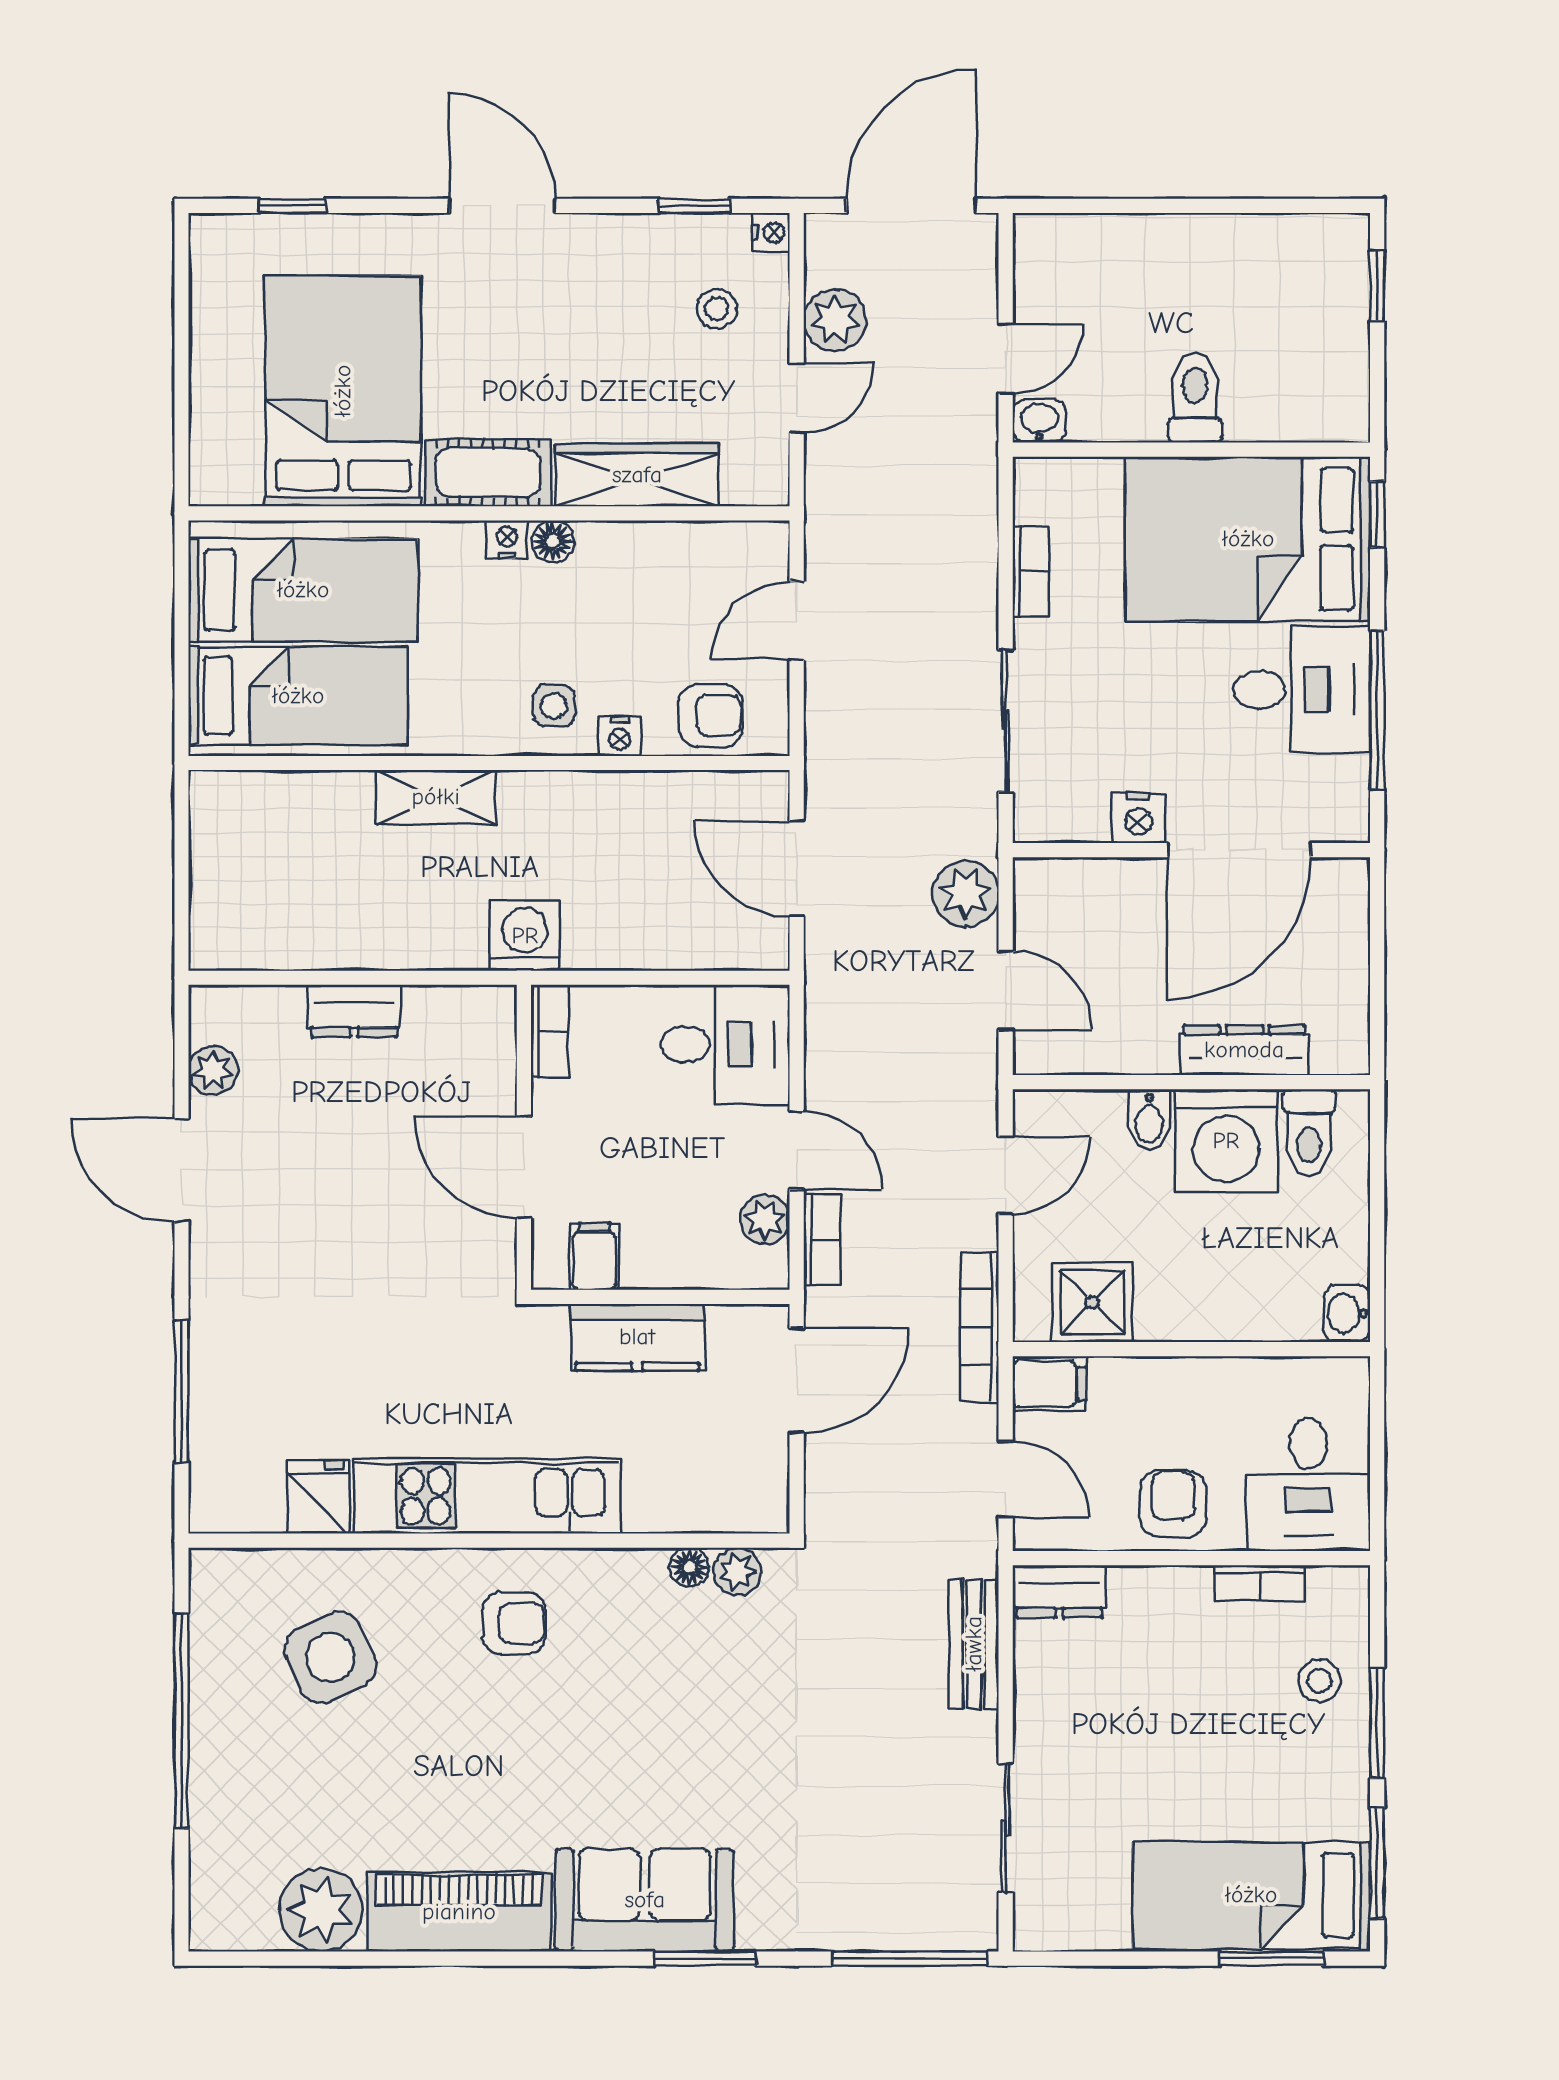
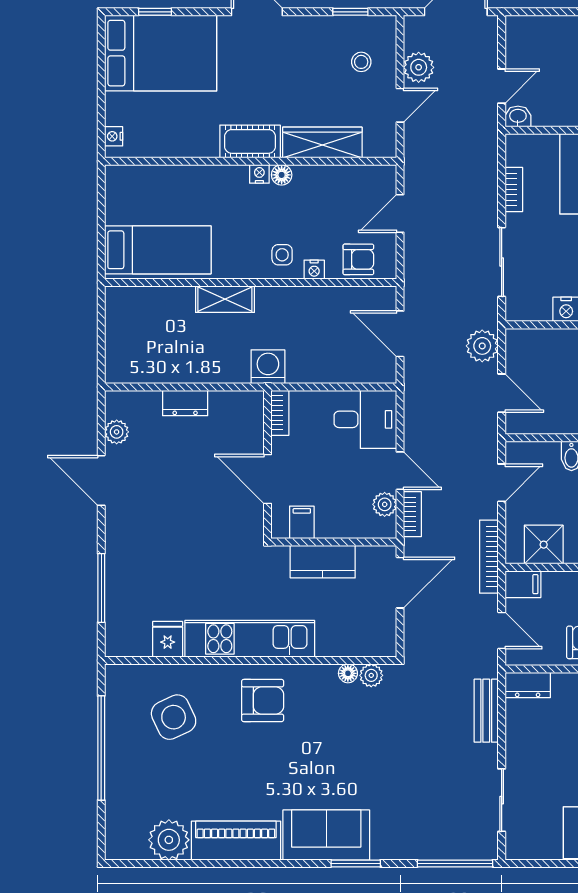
nightstand: (771, 233) -> (114, 136), moved, turned 180
bed: (343, 391) -> (161, 53), moved, turned 90
bed: (303, 590) -> (160, 199), removed
armchair: (514, 1623) -> (263, 701), width x1.38, depth x1.38

